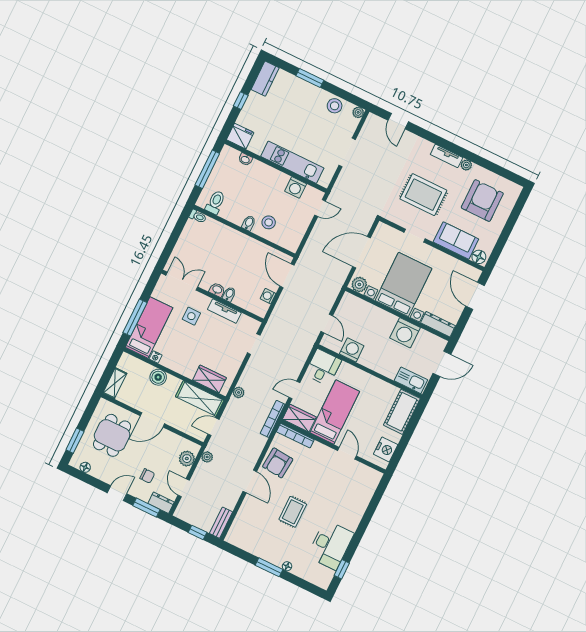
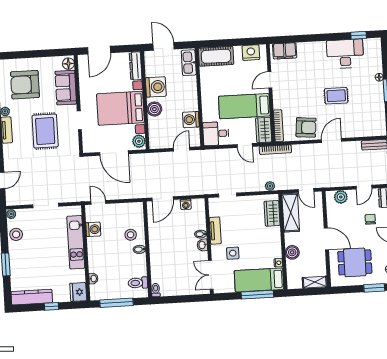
kitchen counter: (265, 79) -> (32, 297), width x1.50
boiler: (383, 319) -> (154, 109), added
plant: (207, 457) -> (331, 183), removed
filing cabinet: (368, 485) -> (285, 51), added

